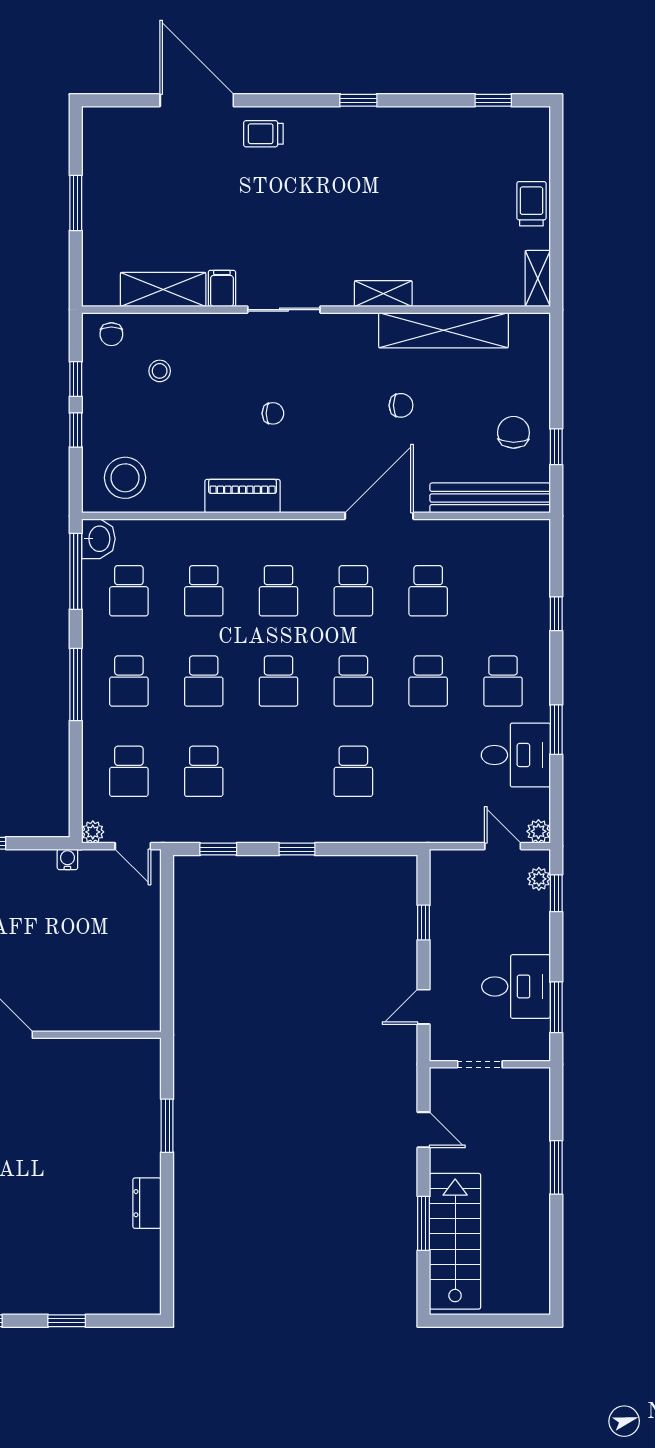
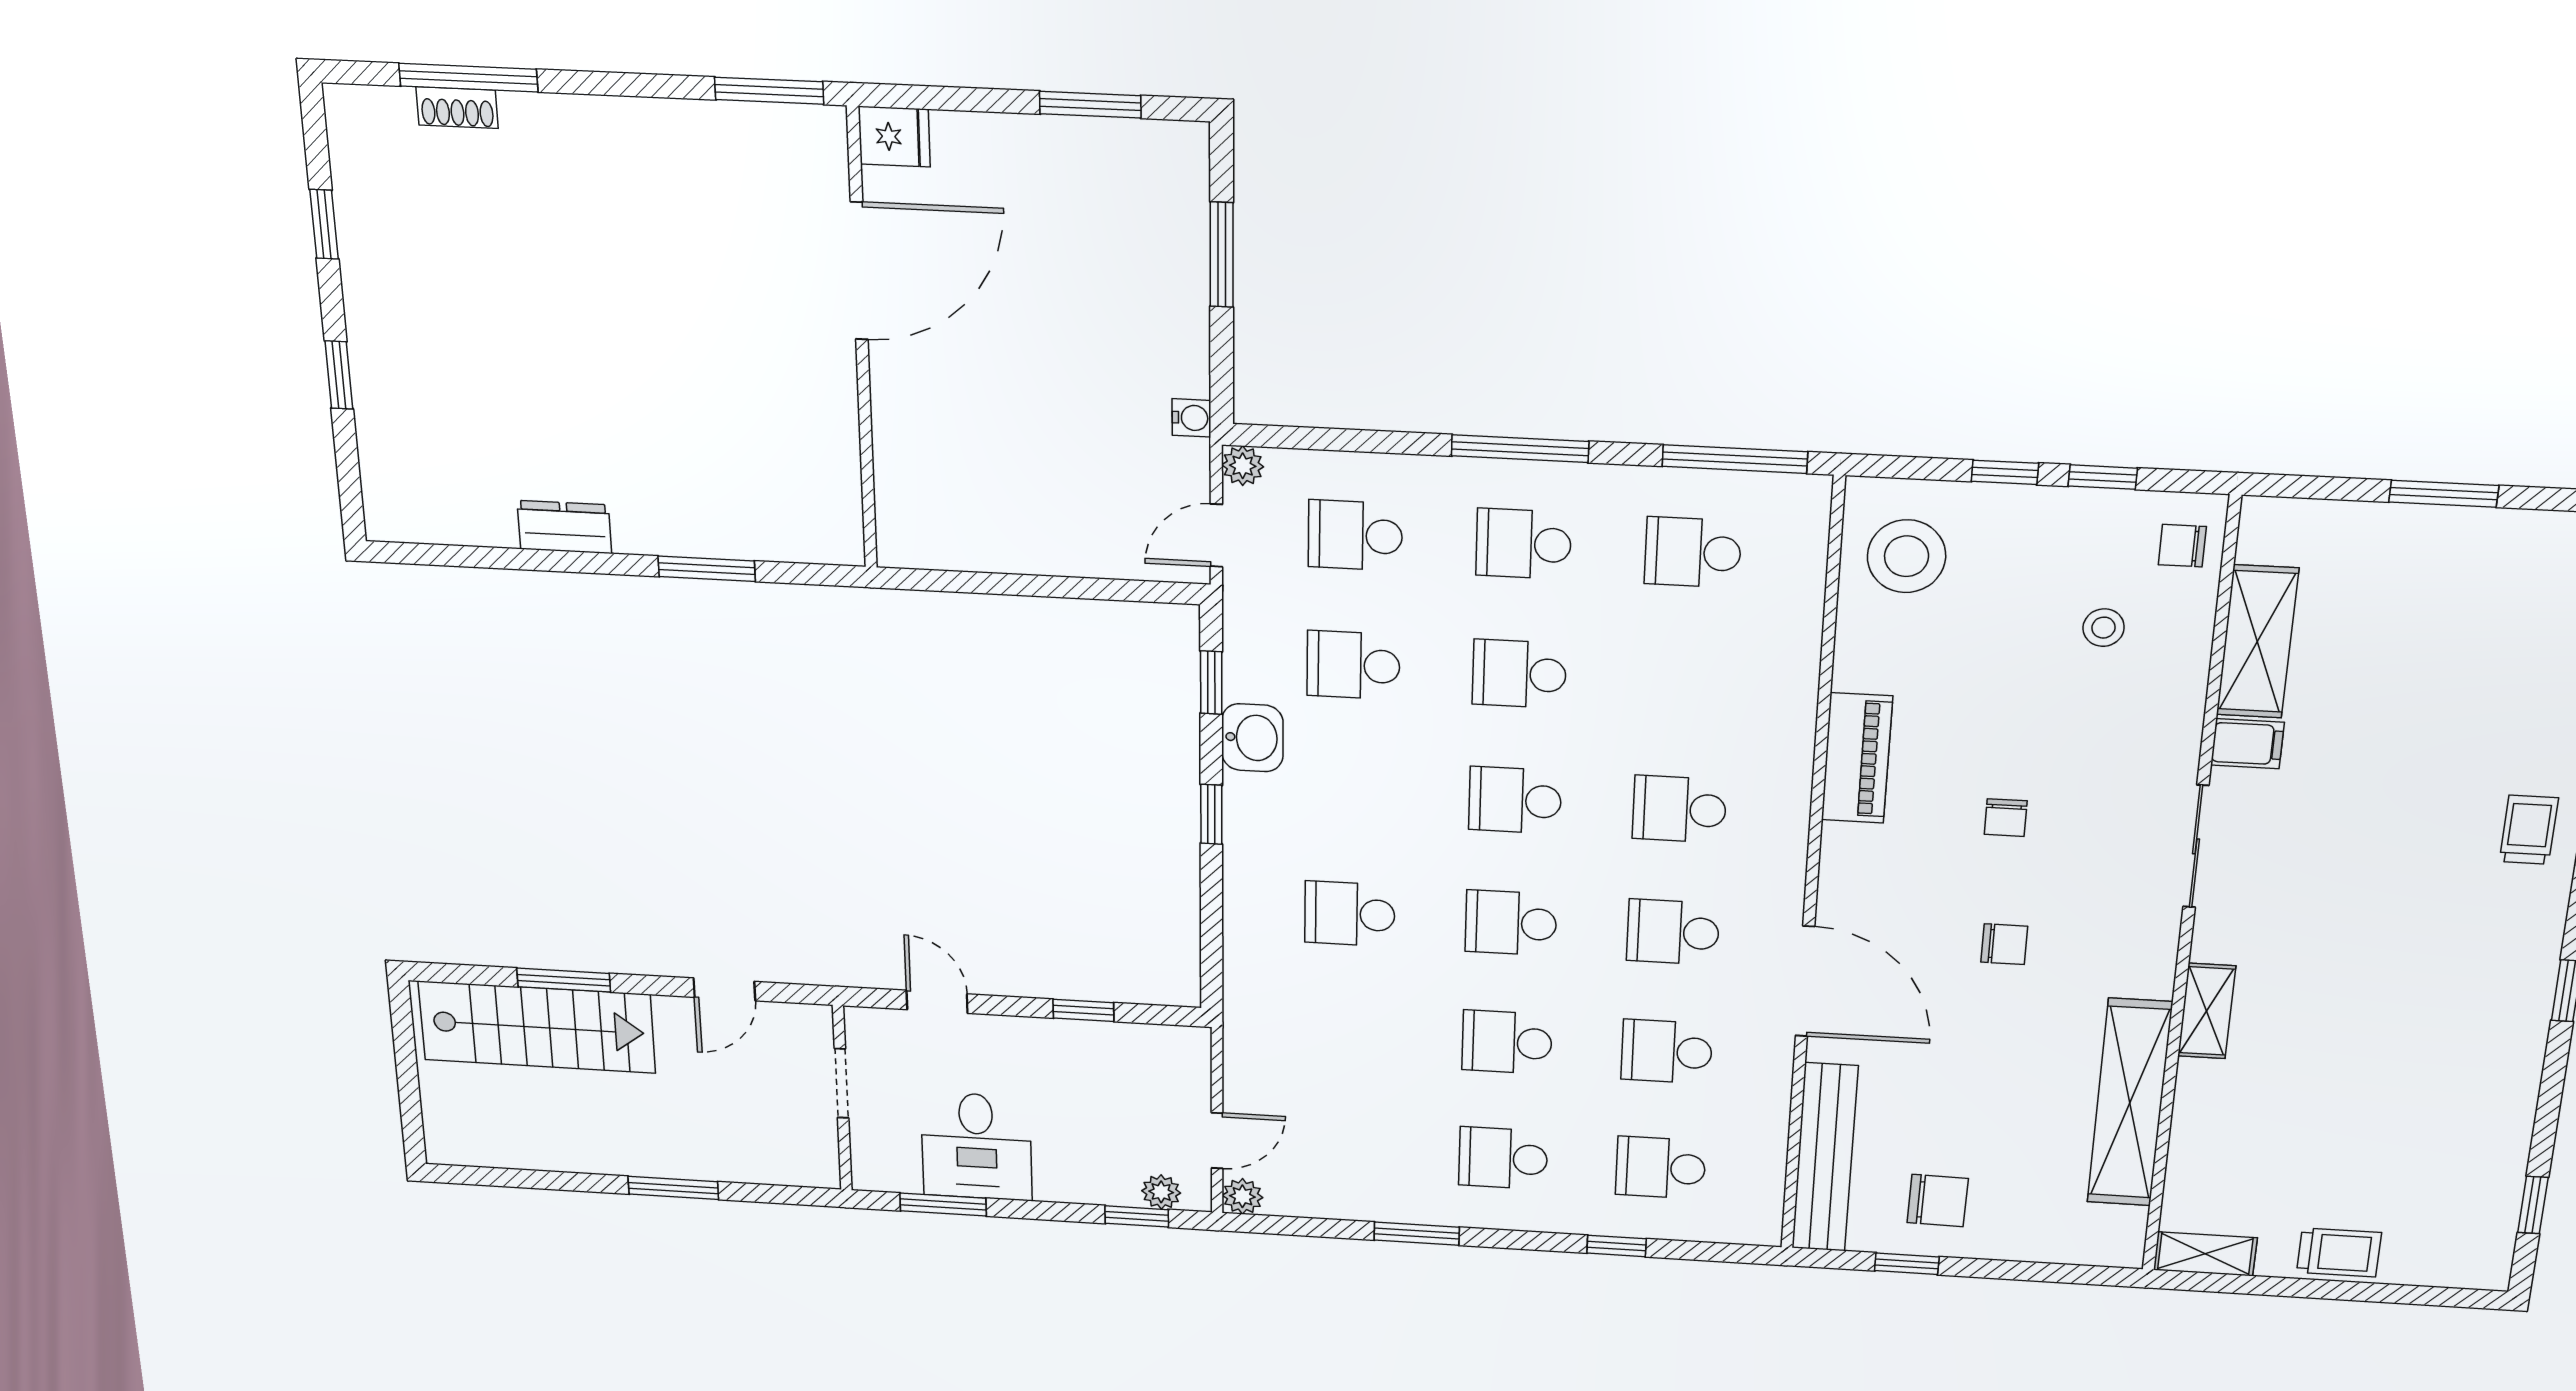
chair: (401, 405) -> (2004, 944), moved, turned -90
washbasin: (98, 539) -> (1252, 738), moved, turned -90
school desk: (204, 591) -> (1661, 1168), moved
desk: (516, 755) -> (1374, 1170), removed

